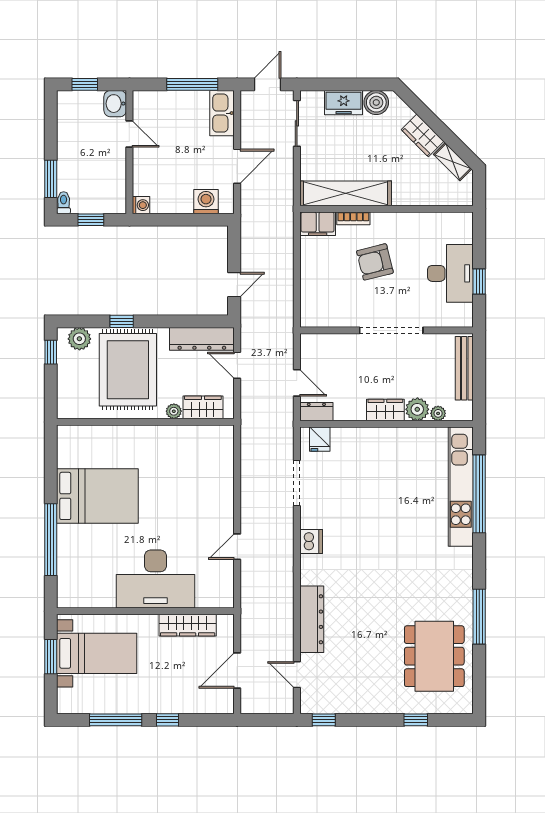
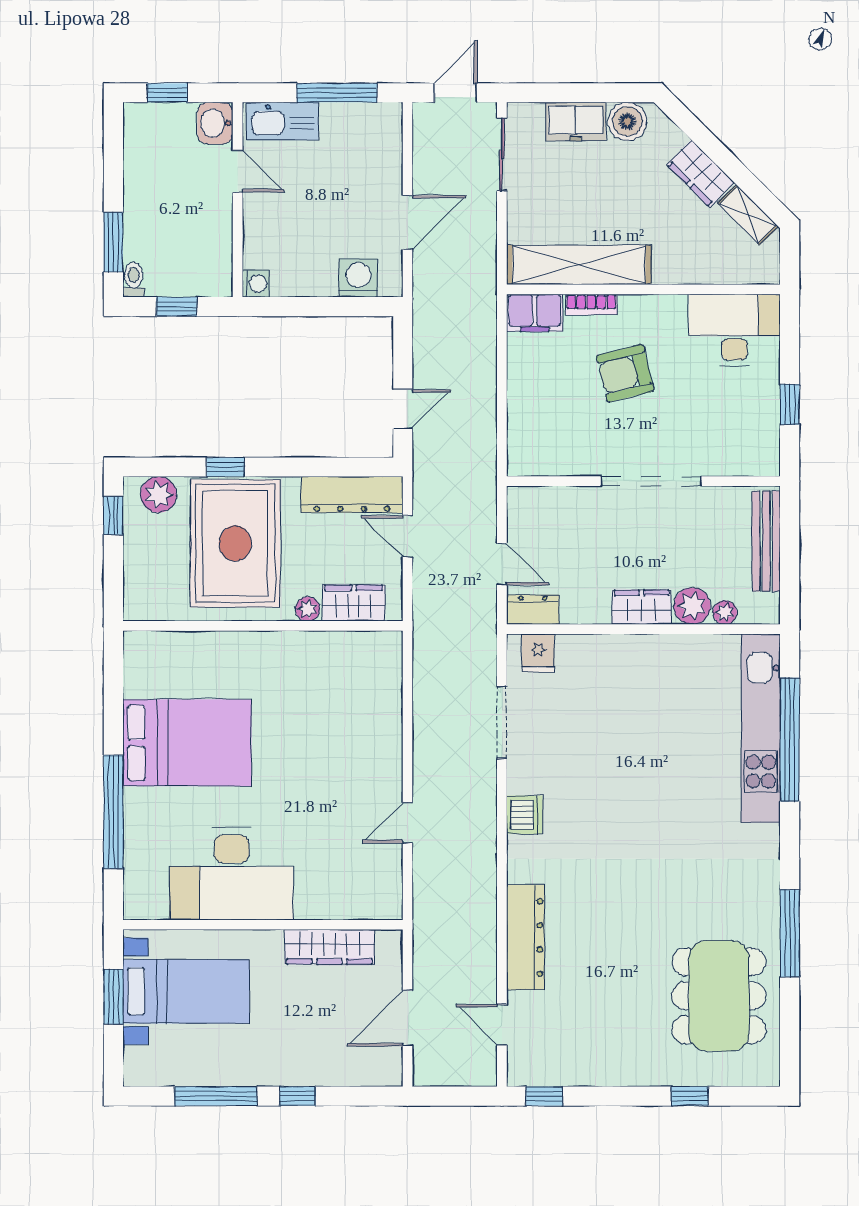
kitchen sink: (222, 113) -> (282, 121), moved, turned -90
desk: (450, 273) -> (734, 330), moved, turned -90
desk: (156, 579) -> (232, 874), moved

